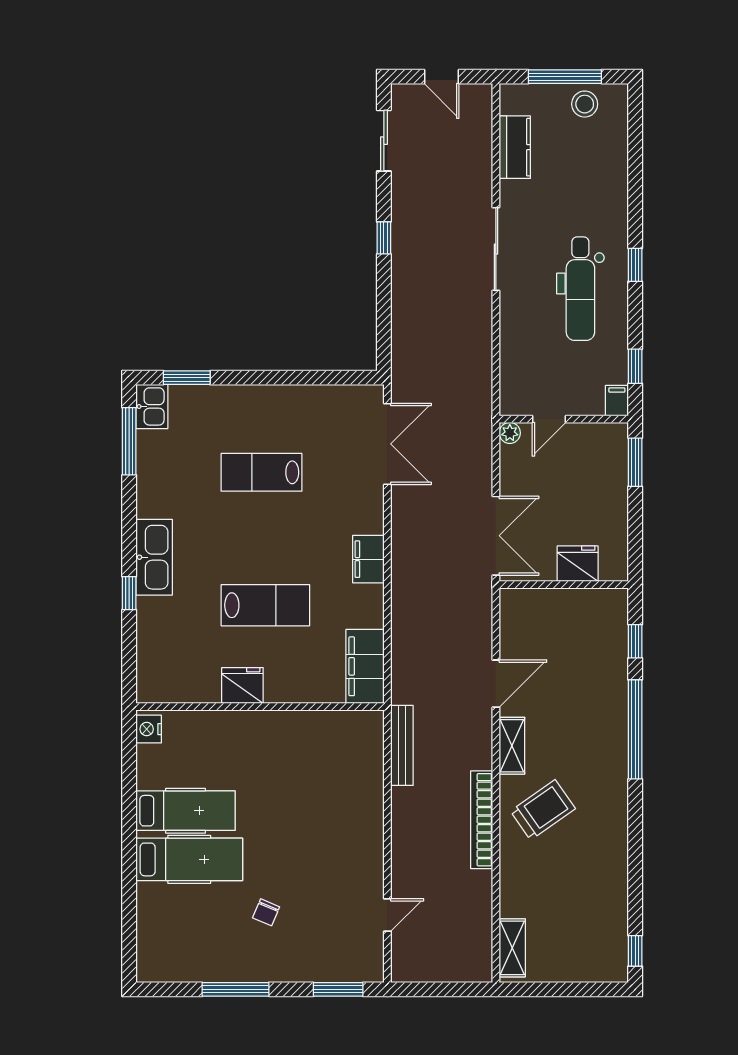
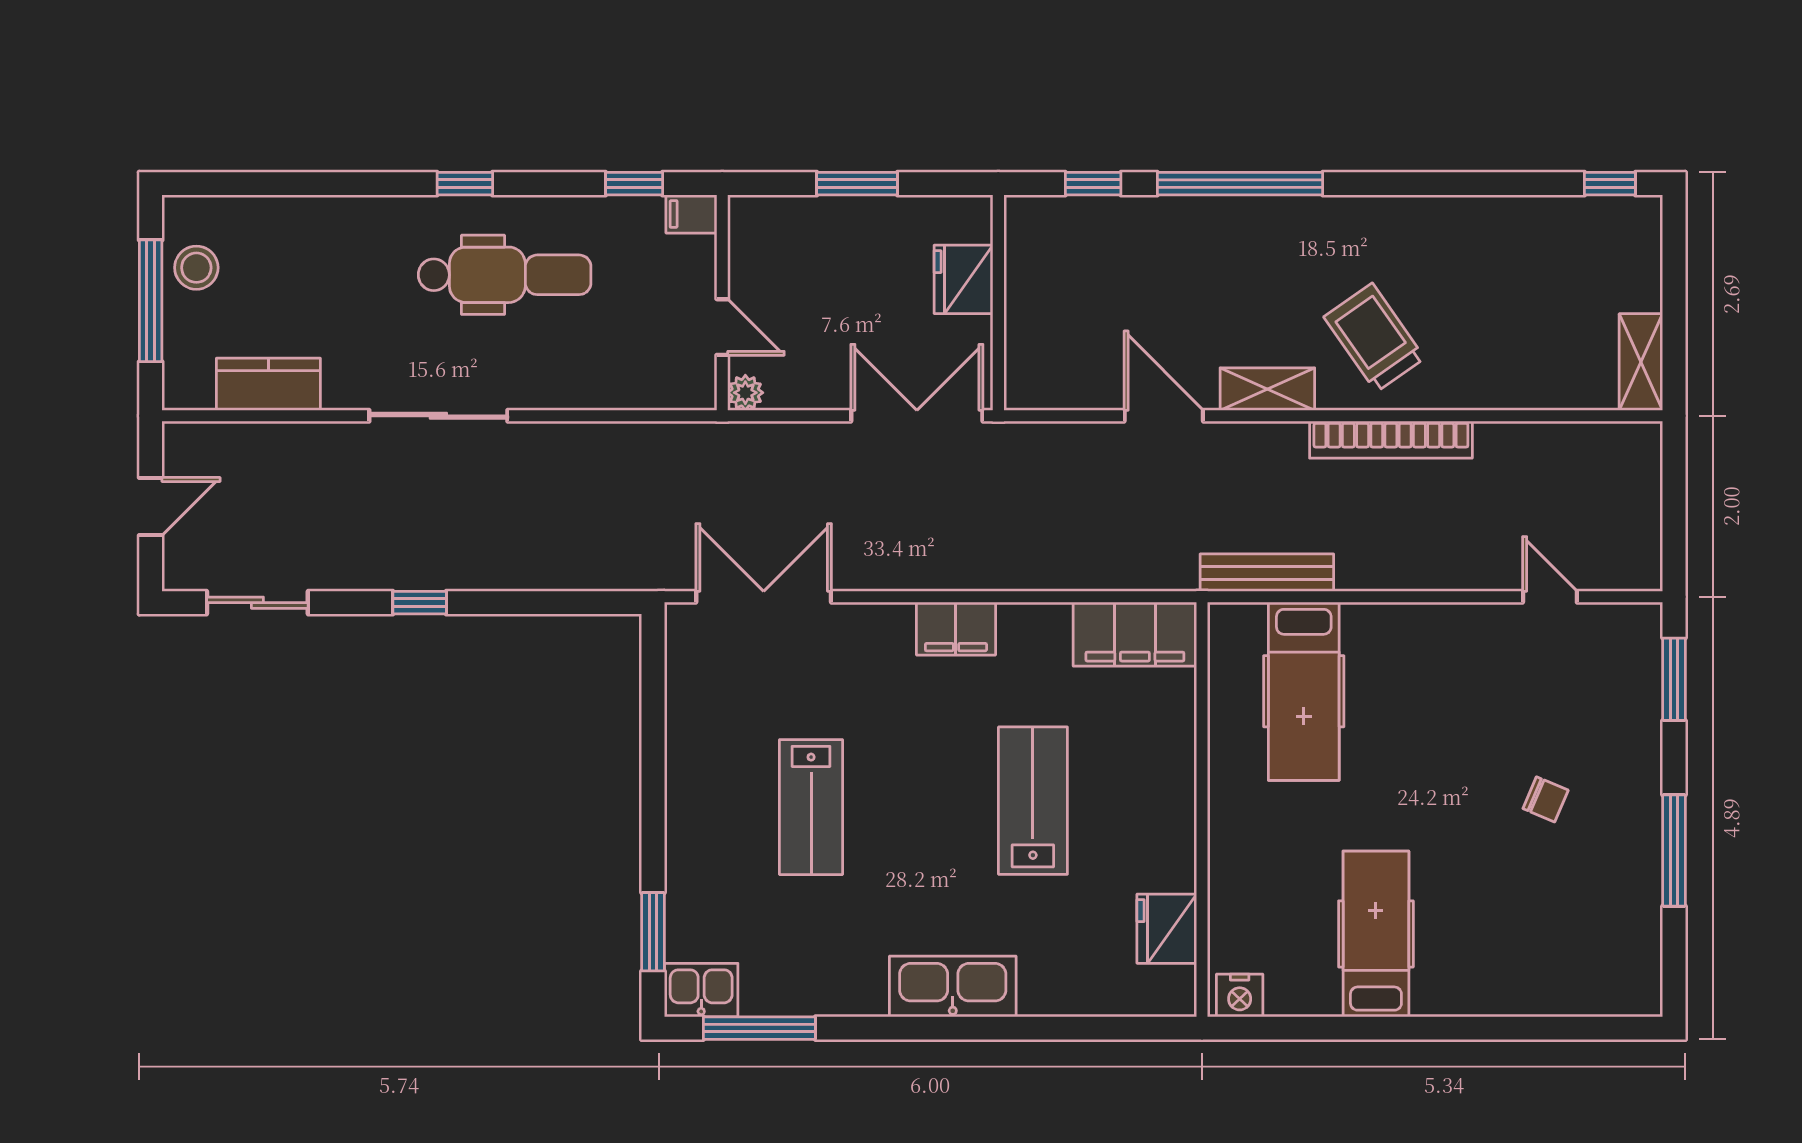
window: (635, 462) -> (857, 184), moved
window: (129, 593) -> (1013, 1028), removed
fridge: (242, 685) -> (1167, 929), moved
hospital bed: (189, 859) -> (1304, 691), moved, turned 180
shelving: (512, 948) -> (1641, 362), moved, turned 90

